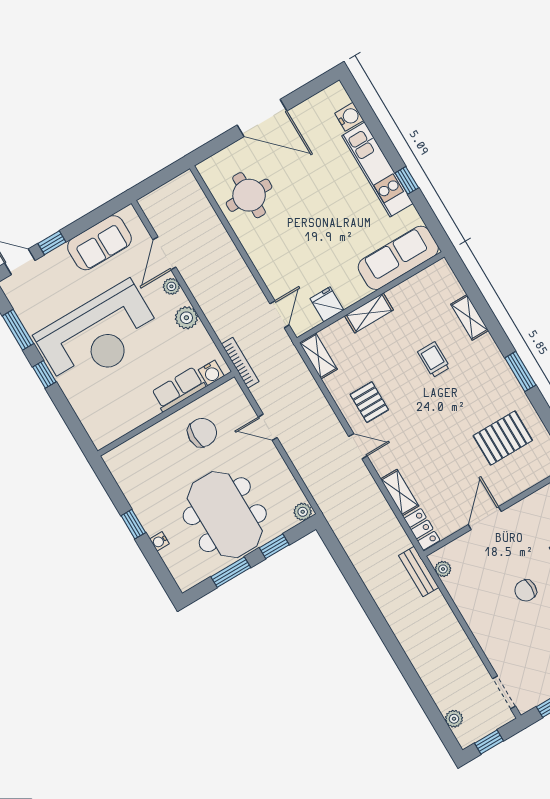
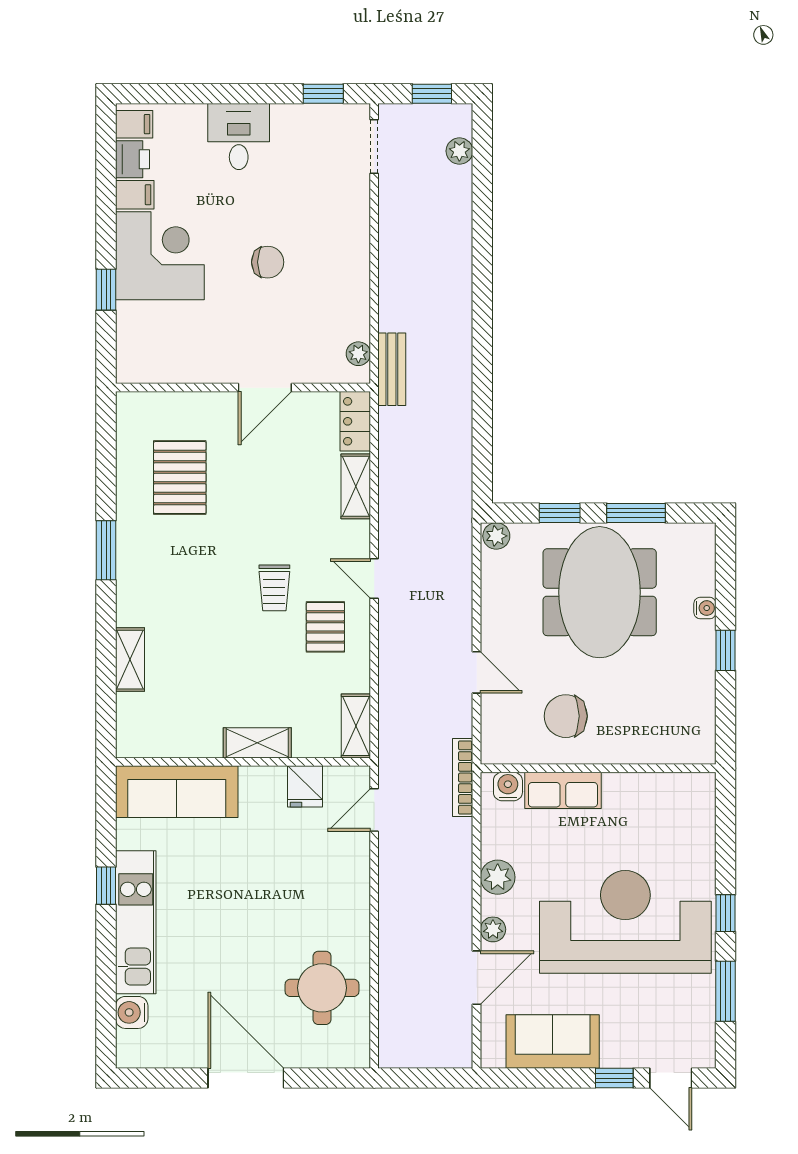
trolley: (434, 360) -> (274, 588), moved
pallet: (503, 438) -> (180, 478), turned 90

